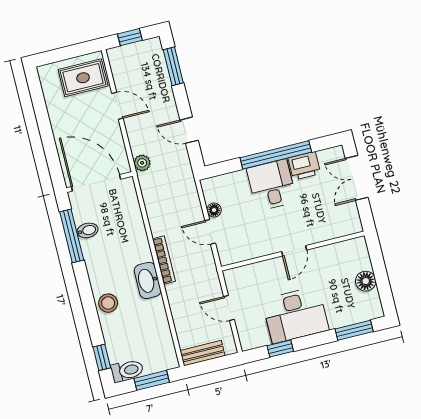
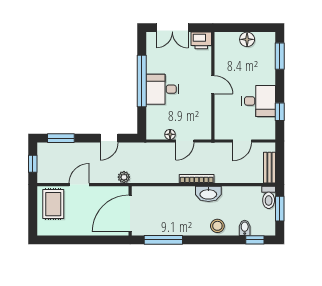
printer: (304, 166) -> (201, 40), moved, turned 90
bidet: (87, 230) -> (245, 228), moved
desk: (295, 315) -> (259, 101), width x0.73
toilet: (127, 371) -> (269, 197), moved, turned 180

